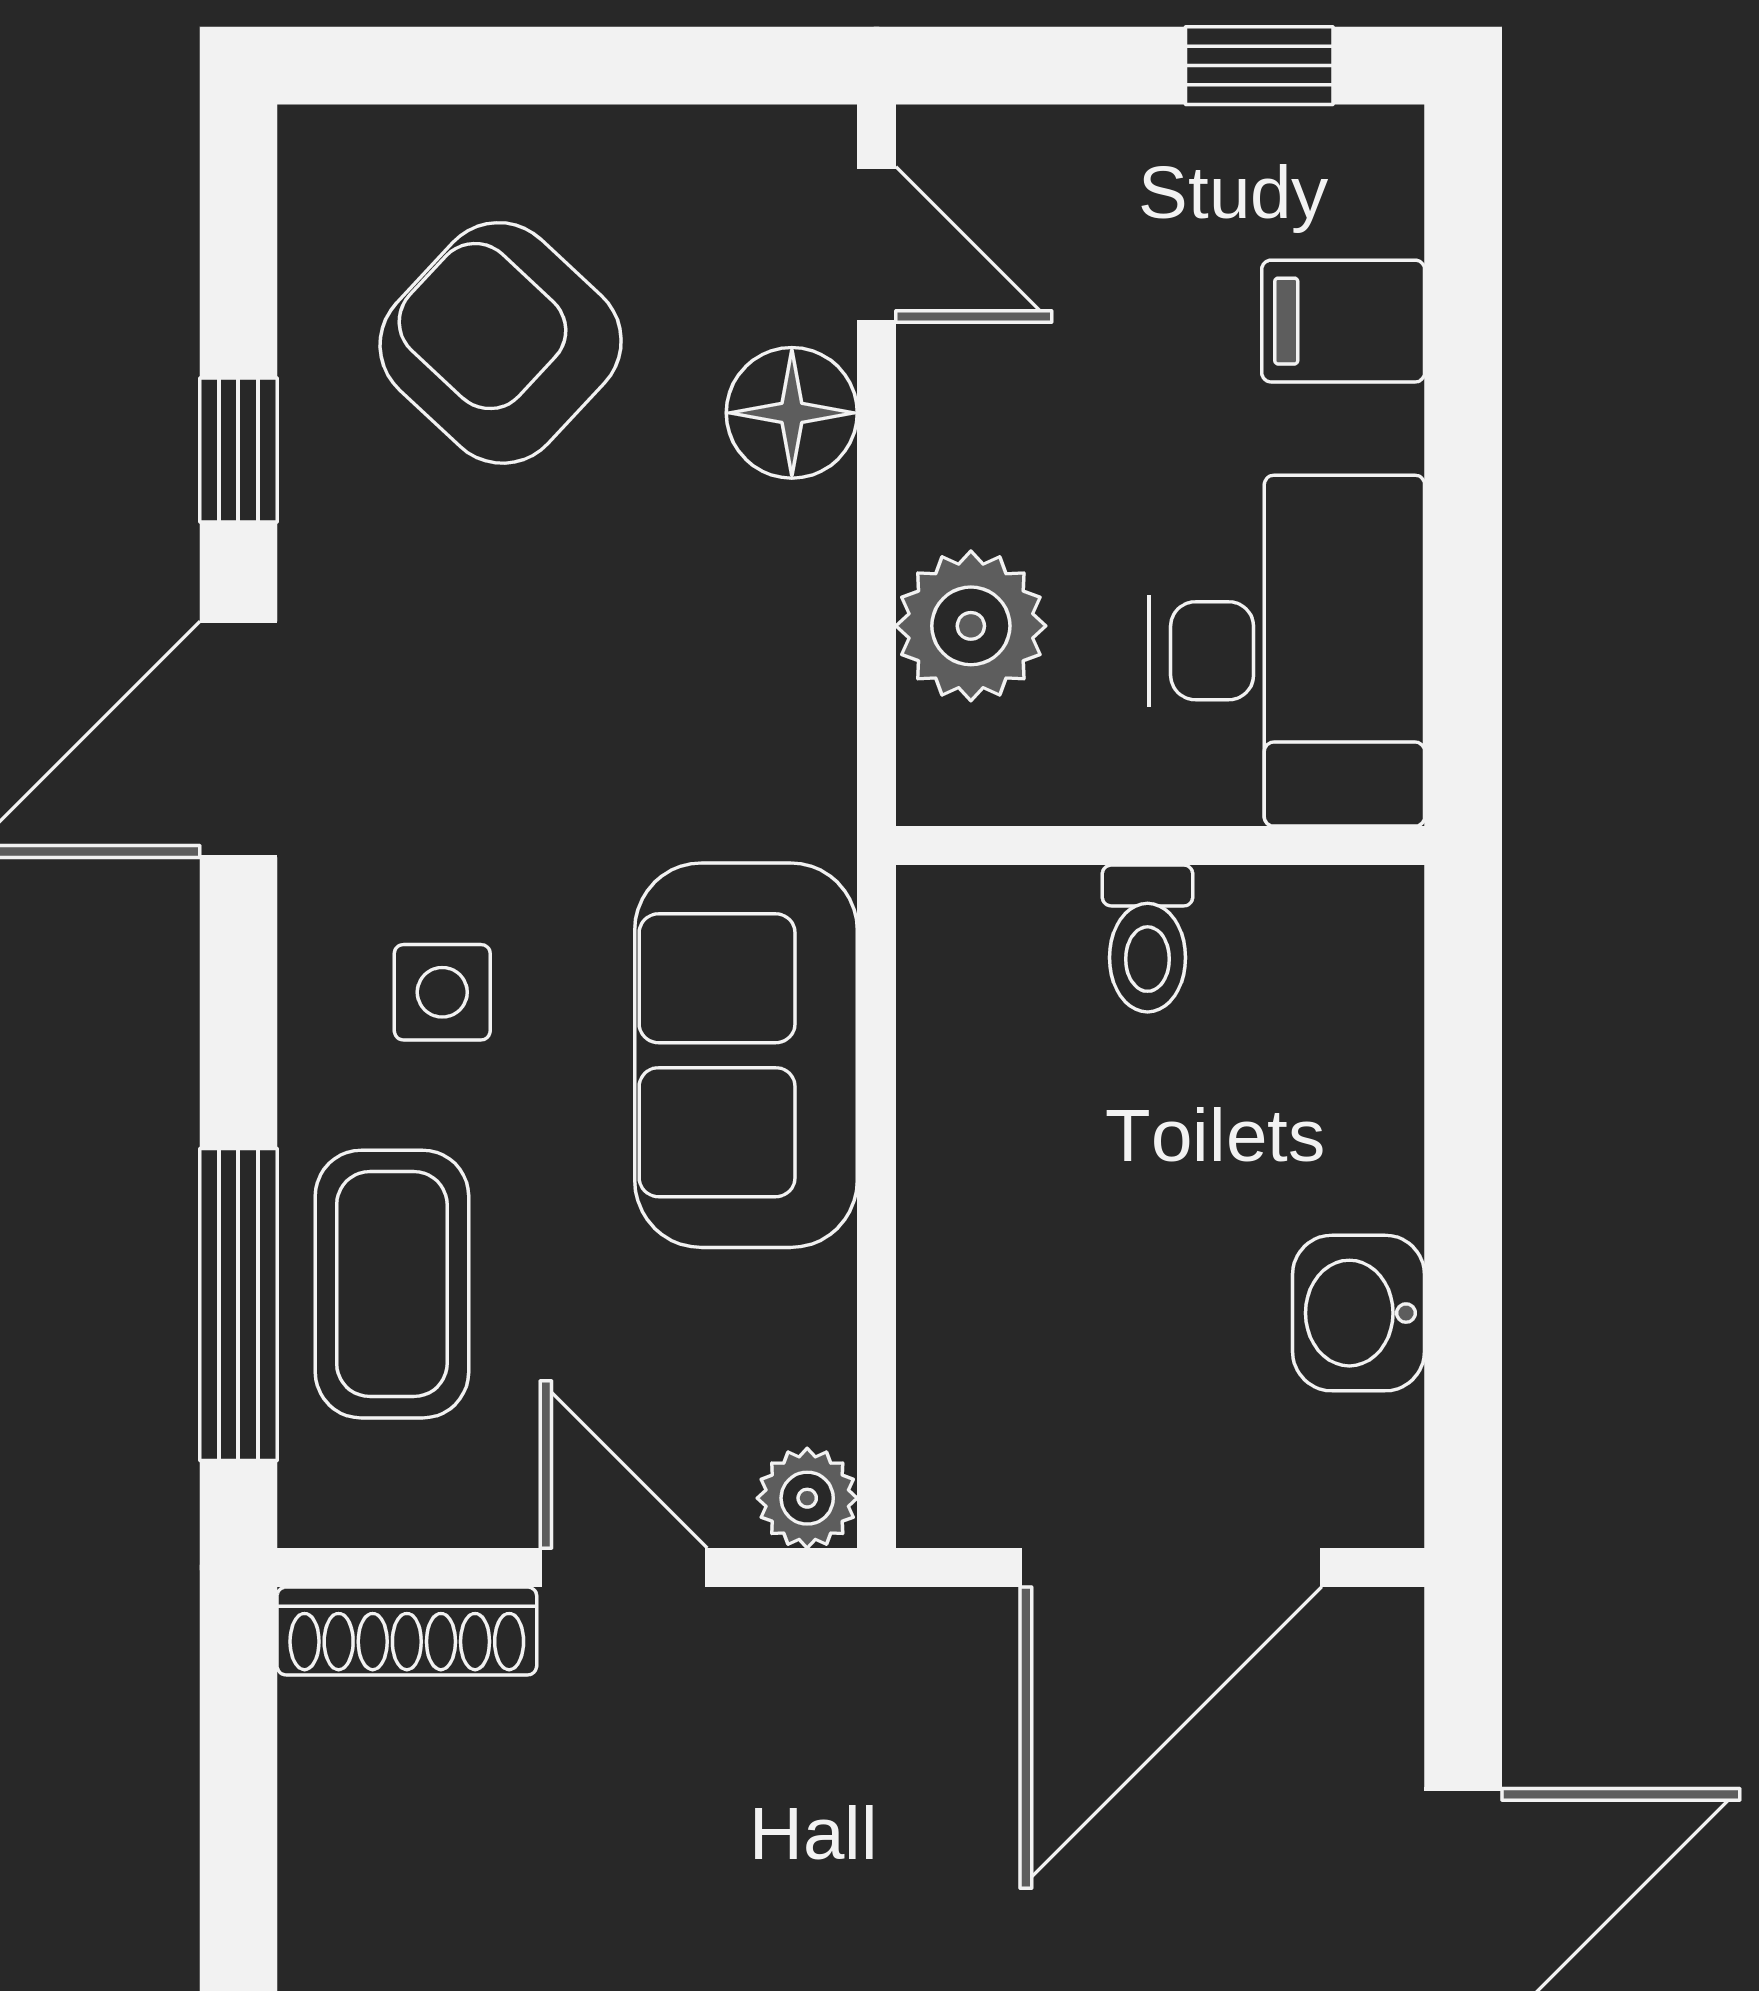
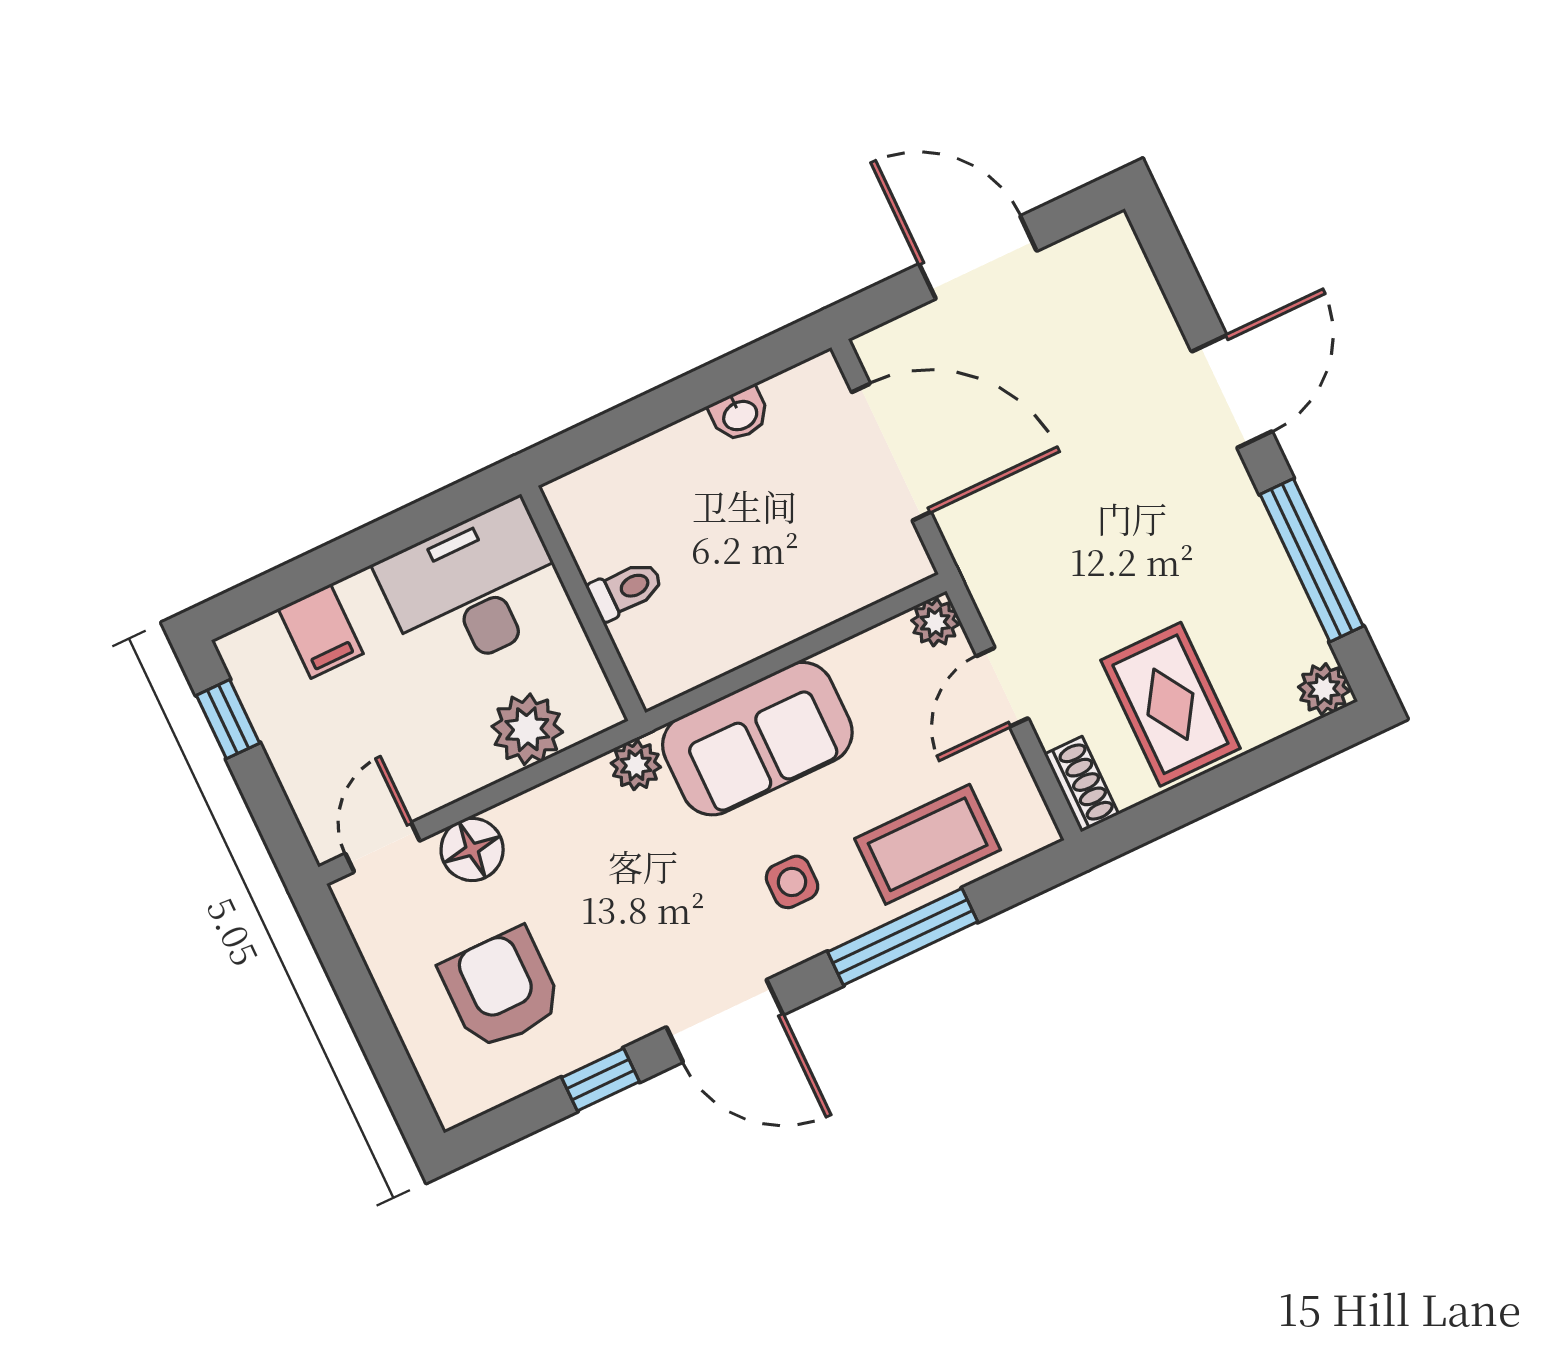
armchair: (501, 343) -> (501, 989), turned 137
plant: (805, 800) -> (636, 765), added
window: (238, 1304) -> (903, 937), moved
washbasin: (1358, 1313) -> (740, 414), width x0.72, depth x0.69
shoe rack: (407, 1631) -> (1082, 784), width x0.70
rug: (440, 1872) -> (1170, 704), added

